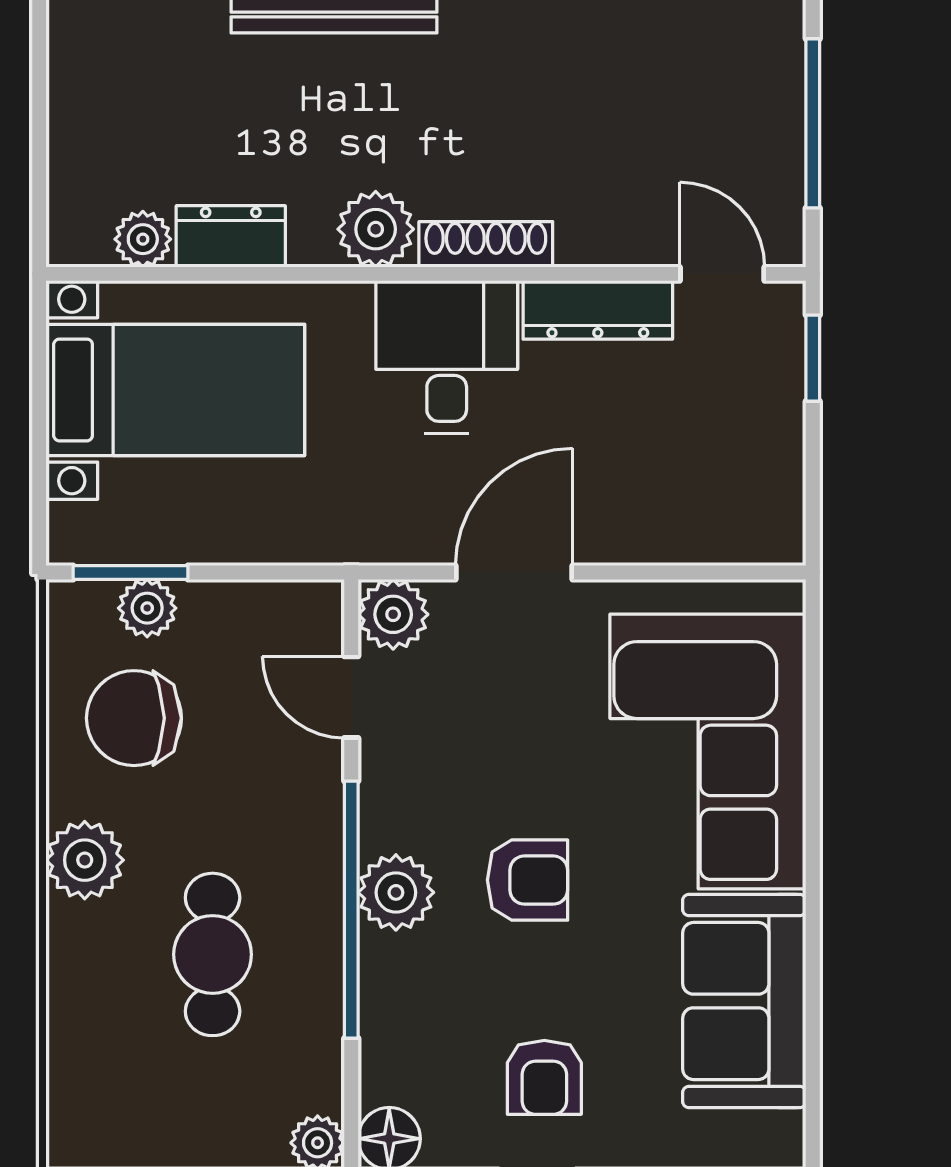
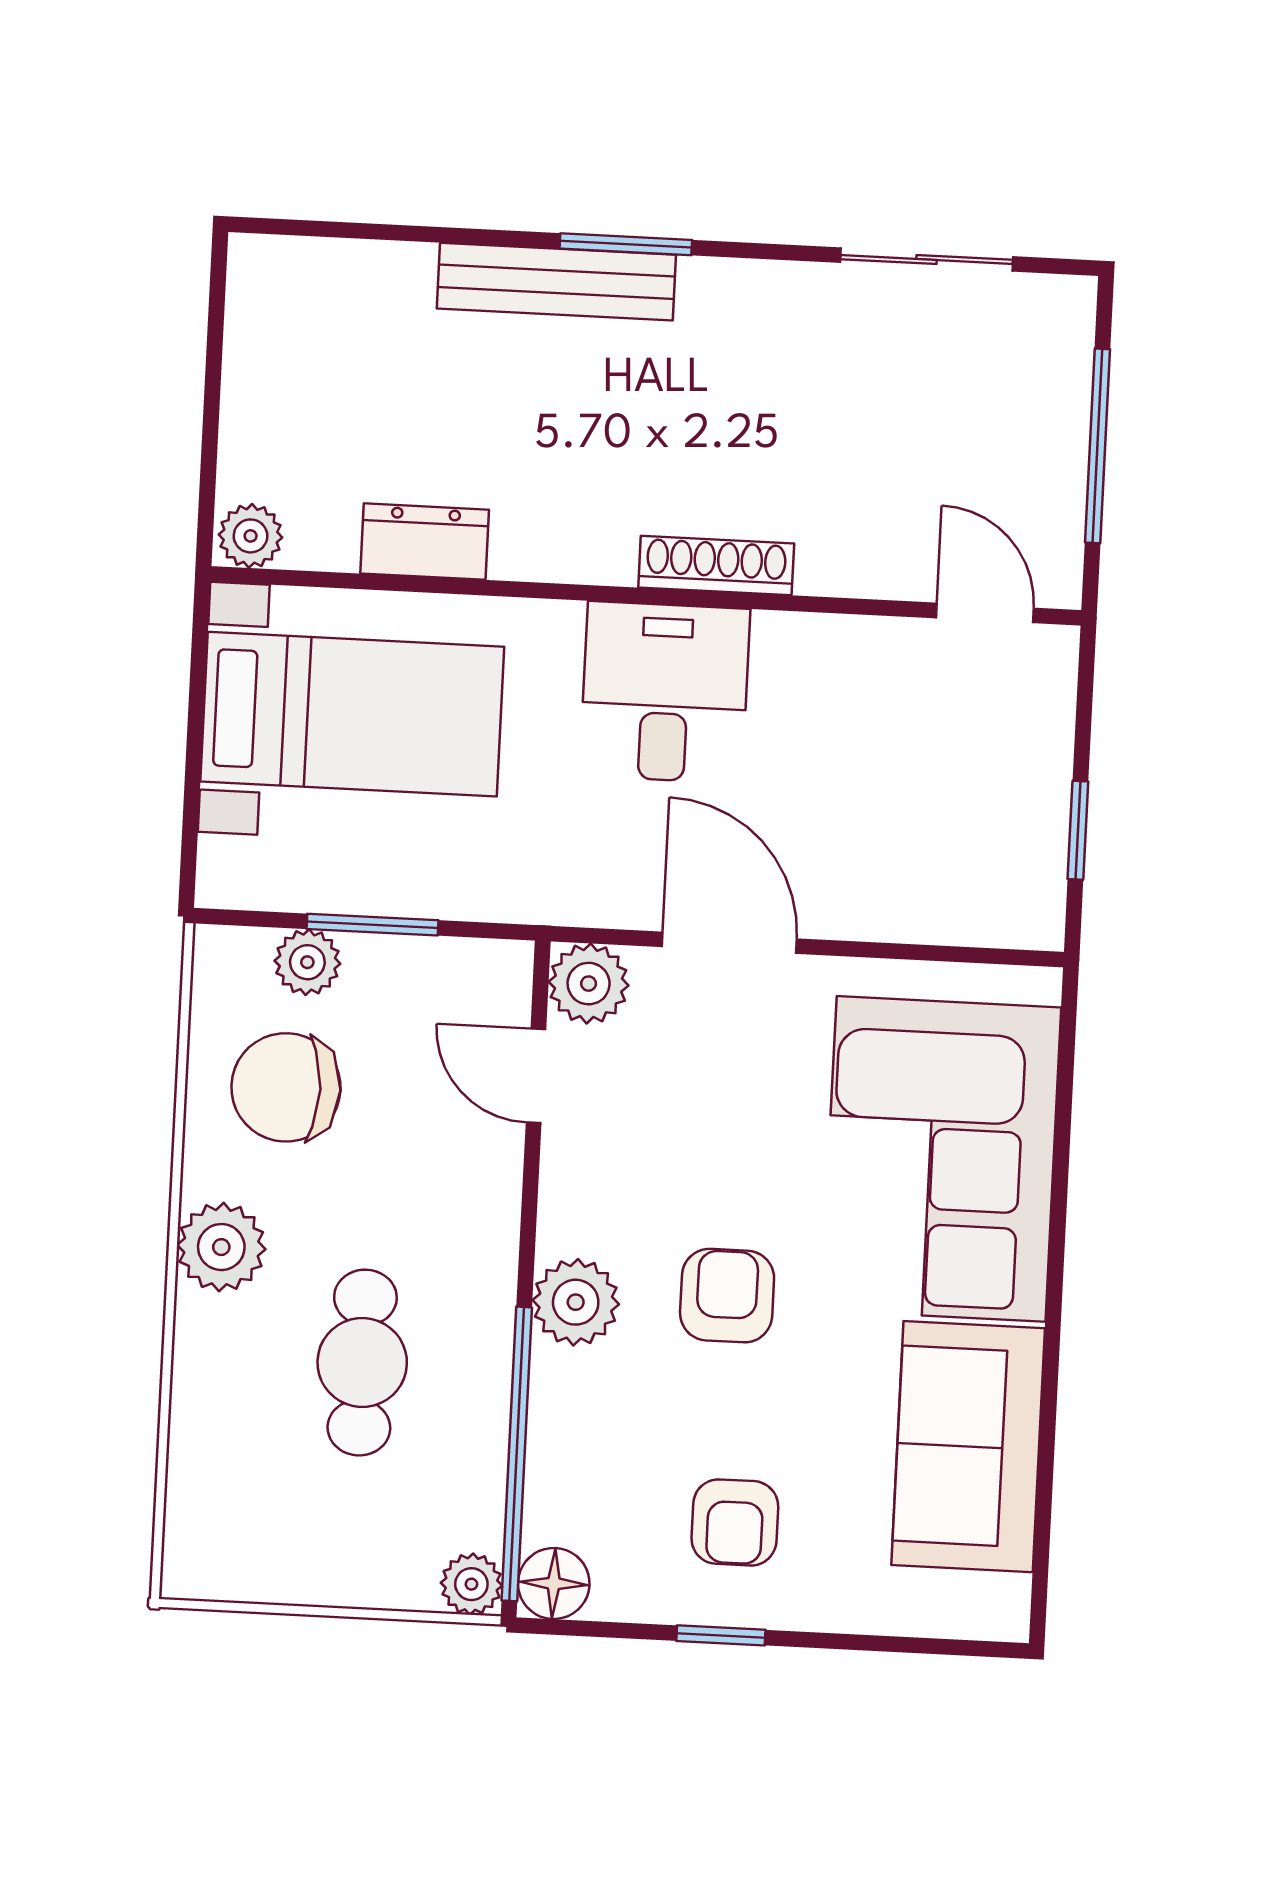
plant: (376, 229) -> (591, 542), removed
plant: (143, 239) -> (251, 536), moved
dresser: (598, 310) -> (841, 647), removed
window: (813, 358) -> (1078, 830), moved
window: (131, 572) -> (372, 925), moved
door: (514, 572) -> (729, 943), hinge flipped
armchair: (528, 880) -> (727, 1296), turned -90
window: (351, 910) -> (517, 1454), moved

